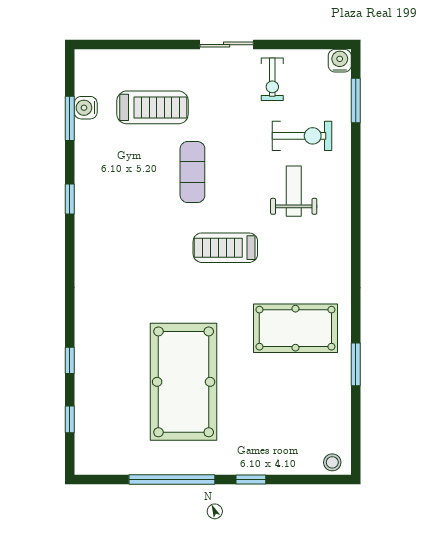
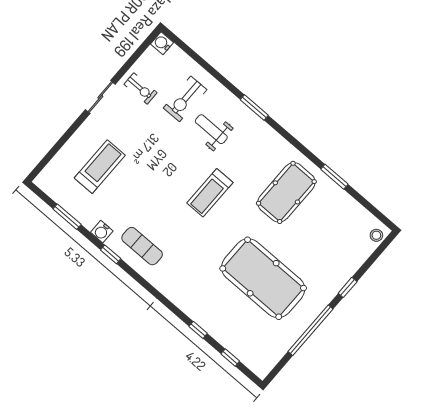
window: (356, 100) -> (254, 108), moved
water cooler: (86, 108) -> (102, 232), moved
exercise bike: (302, 136) -> (185, 99), turned 180
exercise mat: (192, 172) -> (142, 246), moved

